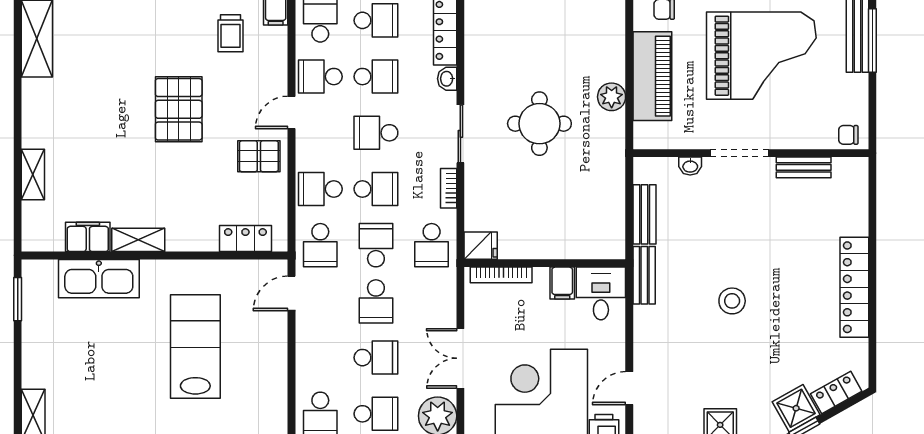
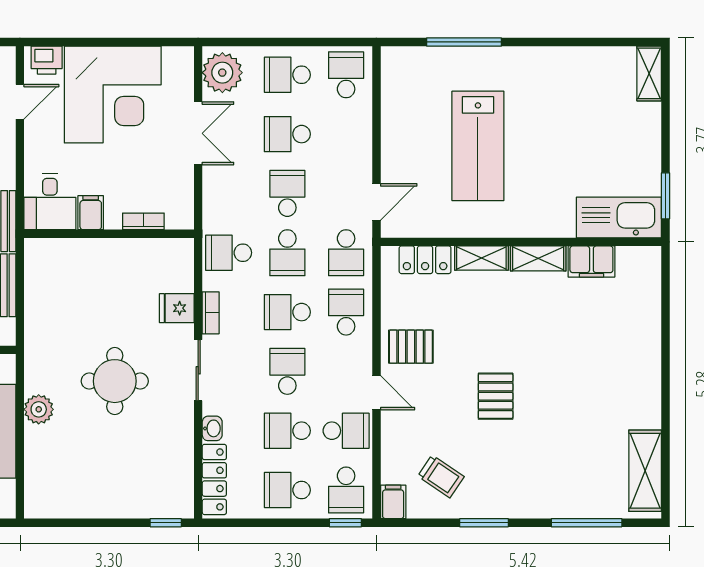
trolley: (230, 33) -> (441, 476), turned 124
pallet: (179, 109) -> (496, 396), width x0.67, depth x0.71
door: (291, 113) -> (376, 393), hinge flipped
school desk: (376, 133) -> (287, 371), turned -90
shelving: (33, 175) -> (481, 258), moved, turned 90
school desk: (320, 189) -> (346, 312), turned -90
school desk: (320, 245) -> (346, 253), turned 180
school desk: (432, 245) -> (229, 253), turned -90
fridge: (481, 246) -> (177, 308), moved
bookcase: (501, 275) -> (143, 221), width x0.64
kitchen sink: (99, 279) -> (619, 217), moved

